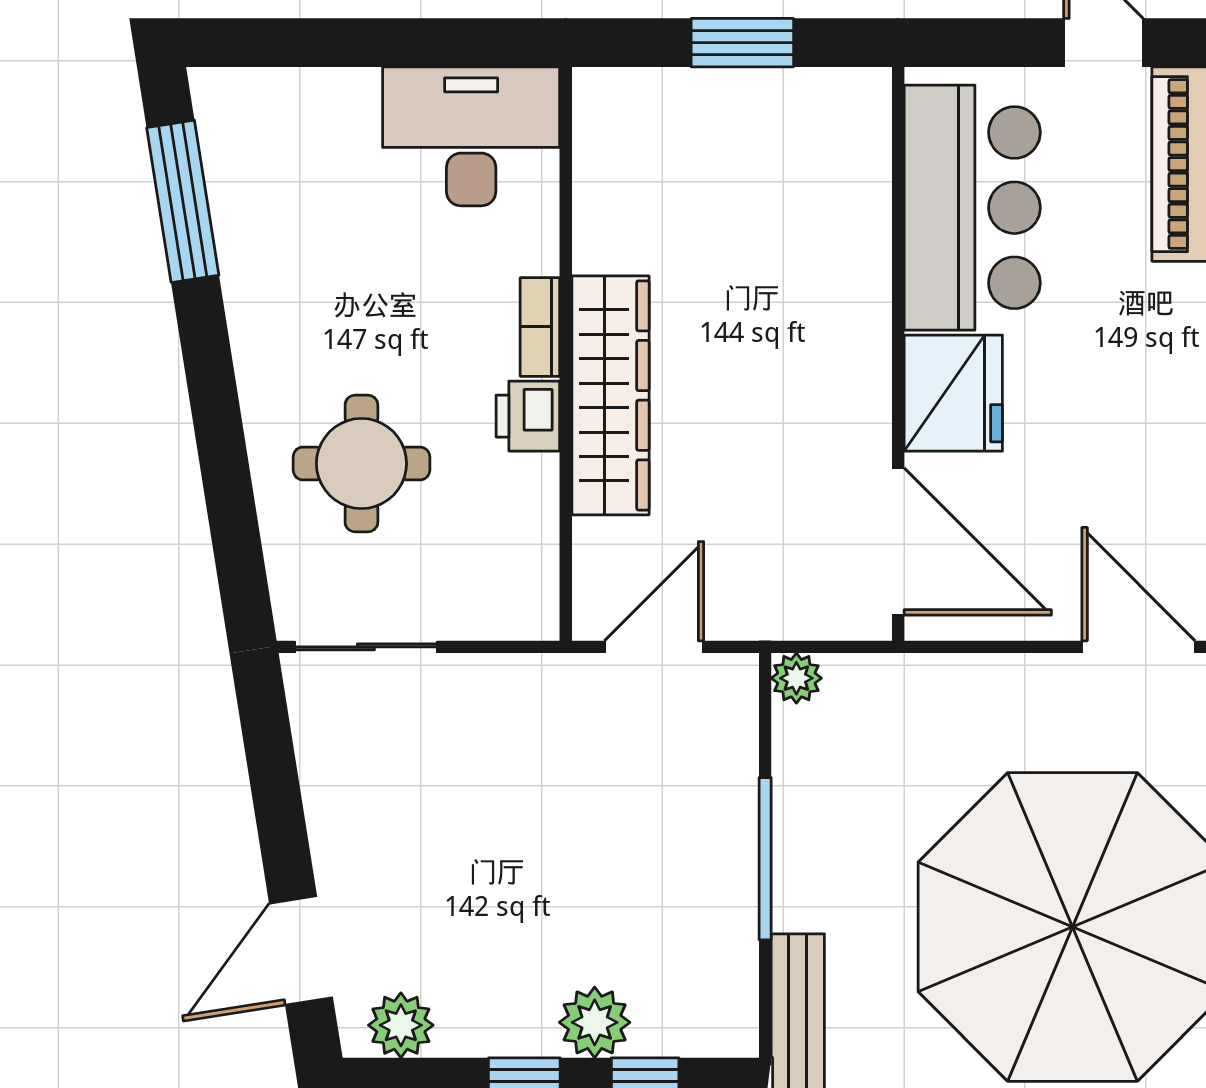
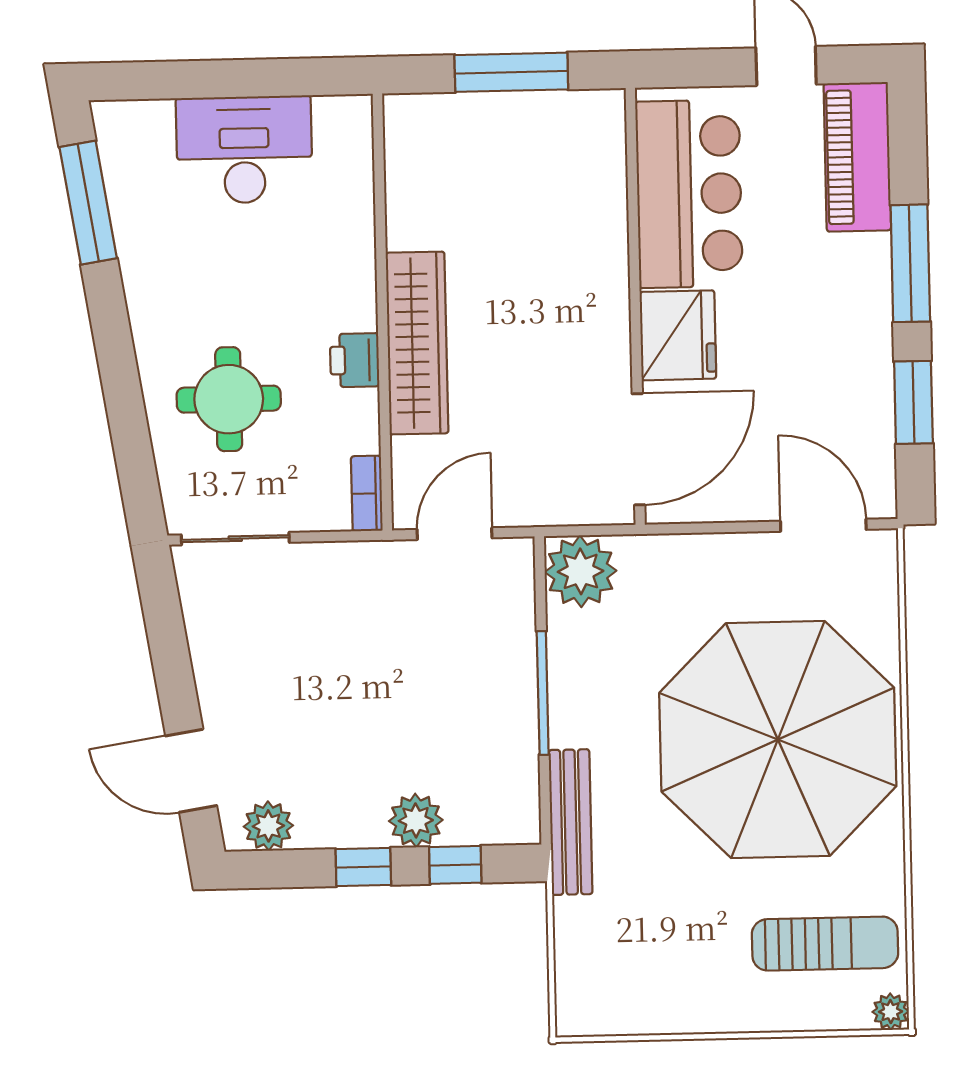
window: (742, 43) -> (511, 72), width x1.44
desk: (471, 136) -> (244, 150), moved
bookcase: (540, 327) -> (367, 493), moved
door: (898, 542) -> (638, 449), hinge flipped
plant: (796, 678) -> (581, 571), width x1.87, depth x1.87
door: (301, 950) -> (191, 771), hinge flipped

